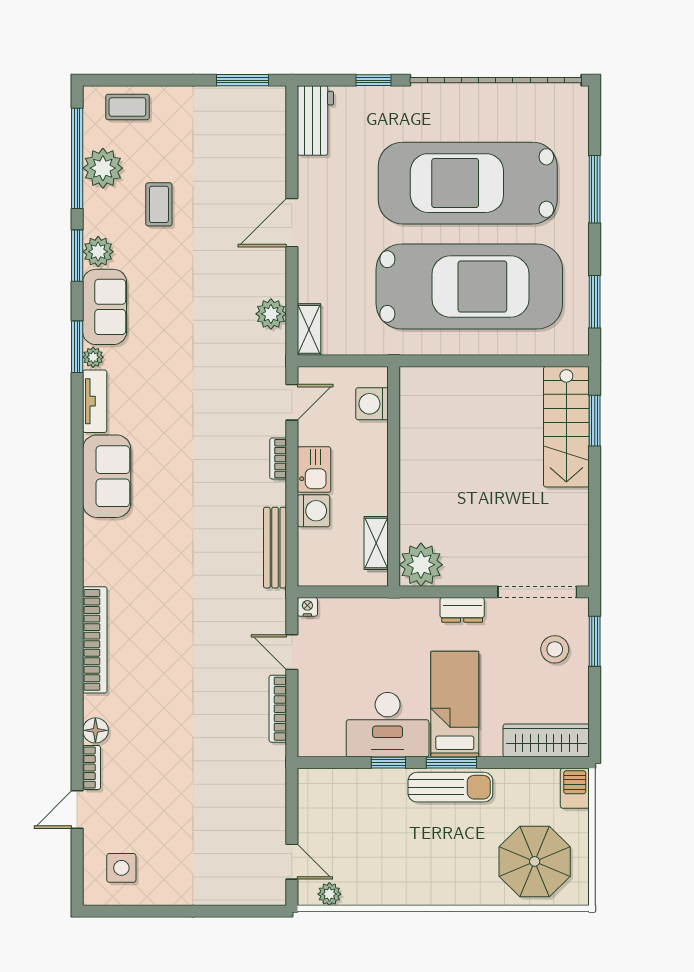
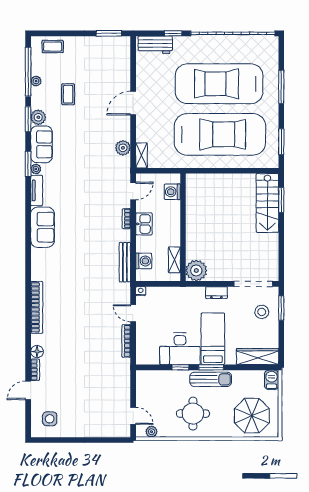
workbench: (315, 120) -> (155, 45), moved, turned 90
plant: (103, 168) -> (36, 81), width x0.53, depth x0.53
washing machine: (314, 511) -> (144, 261), moved
round table: (414, 857) -> (193, 414), added

